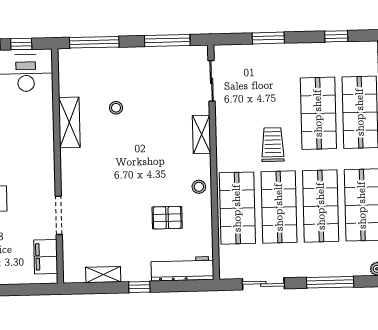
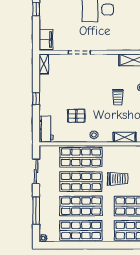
trolley: (134, 148) -> (118, 97), added
pallet: (167, 218) -> (76, 116), turned 90
filing cabinet: (46, 257) -> (46, 39), moved, turned 90
workbench: (182, 269) -> (46, 129), width x0.73
shelving: (103, 275) -> (44, 64), moved

